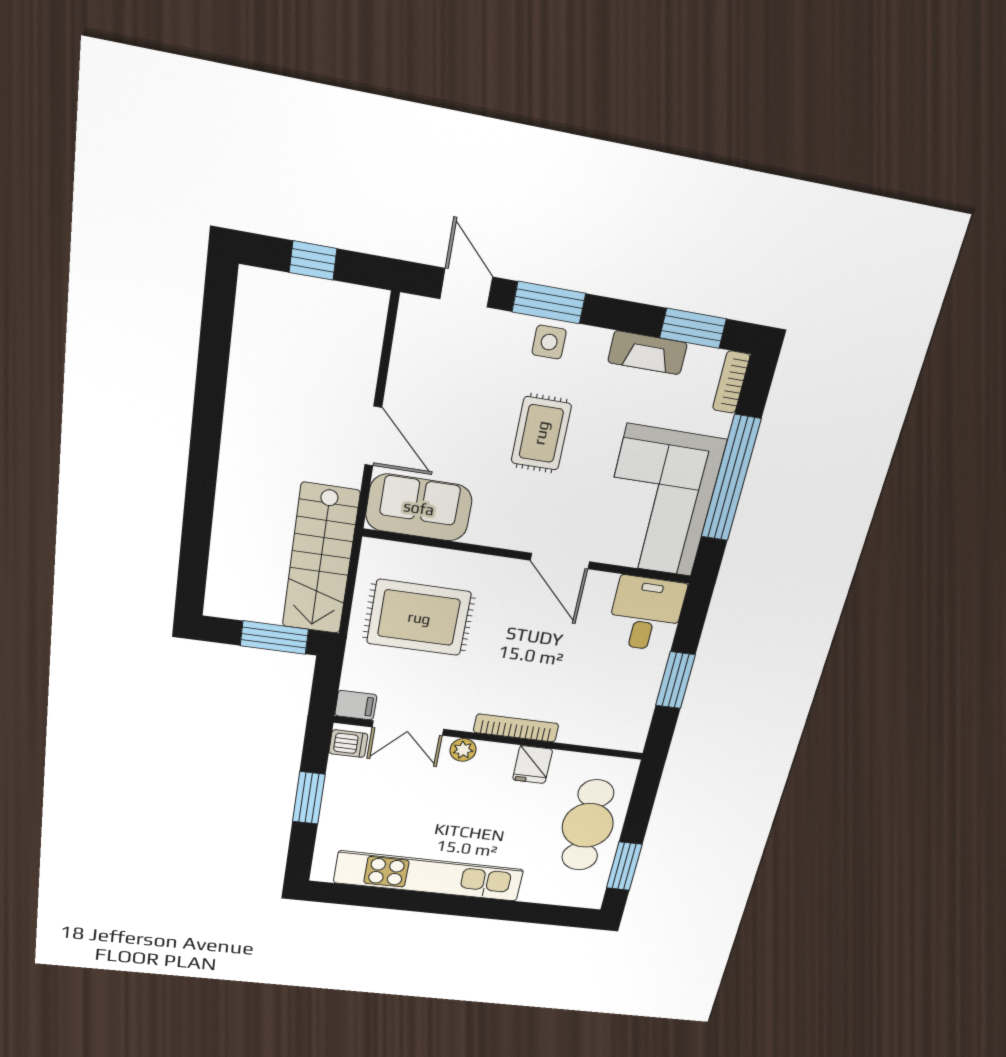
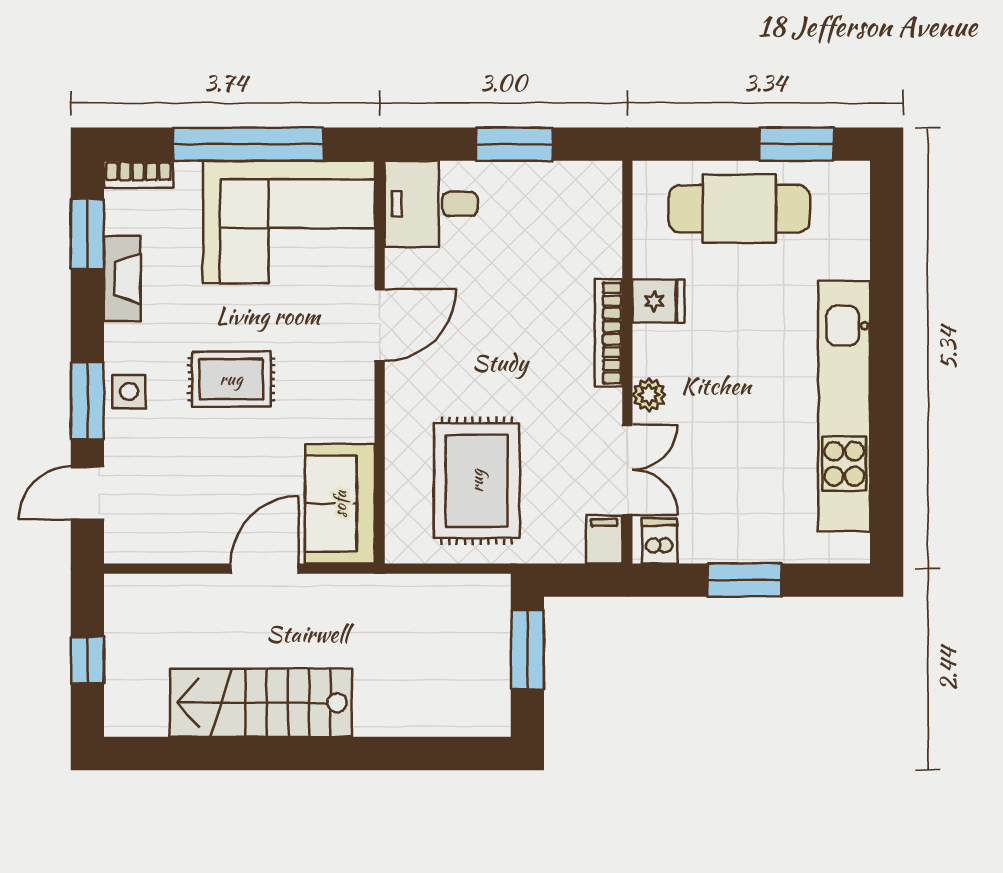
stairs: (321, 559) -> (261, 703), moved, turned 180

